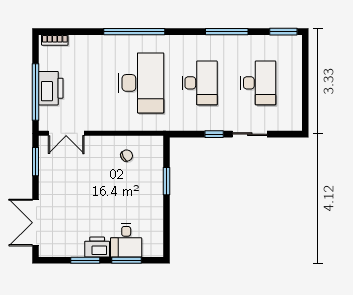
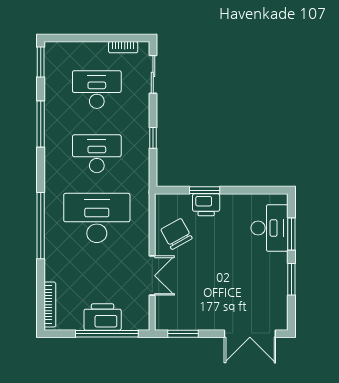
bookcase: (55, 40) -> (50, 305), width x1.56
bookcase: (297, 107) -> (123, 47), added
double door: (66, 133) -> (152, 276), moved
sliding door: (250, 134) -> (153, 74), moved
chair: (127, 156) -> (176, 234), width x1.87, depth x1.87
desk: (126, 240) -> (269, 228), width x1.37
printer: (97, 247) -> (206, 205), moved, turned -90

